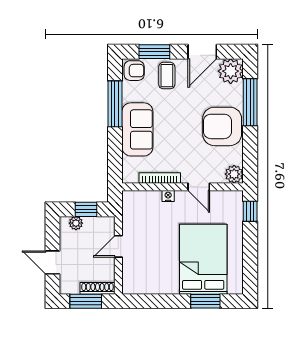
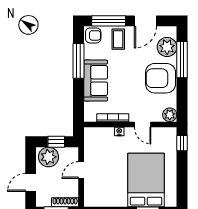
window: (154, 52) -> (109, 21), width x1.44
plant: (231, 71) -> (167, 47), moved
plant: (76, 223) -> (49, 157), width x1.88, depth x1.88
door: (53, 262) -> (31, 182), hinge flipped

